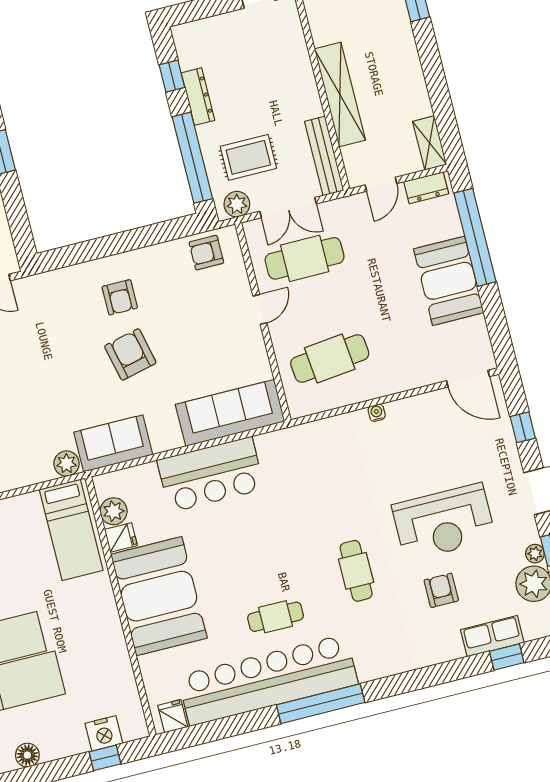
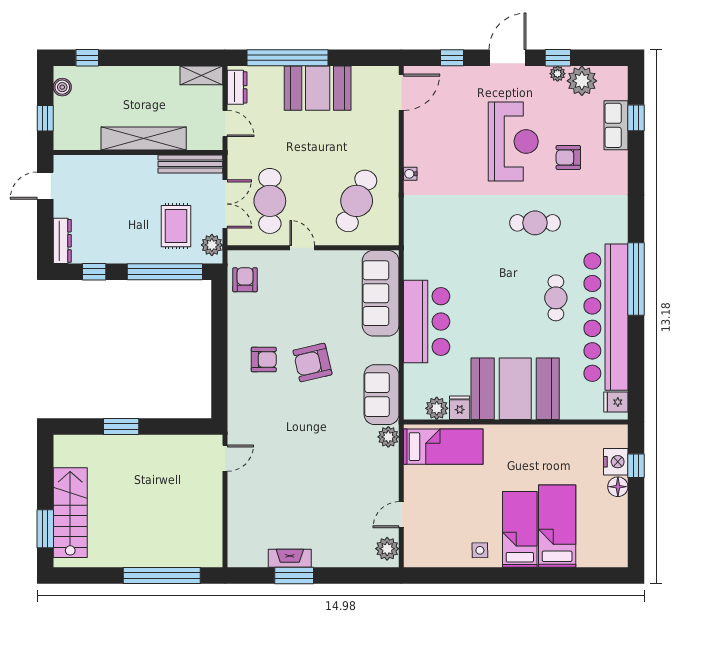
dresser: (198, 97) -> (62, 241), moved, turned 90
armchair: (206, 253) -> (245, 280), turned 180
cafe table: (330, 358) -> (357, 201), turned 30
floor lamp: (27, 755) -> (618, 487), moved

